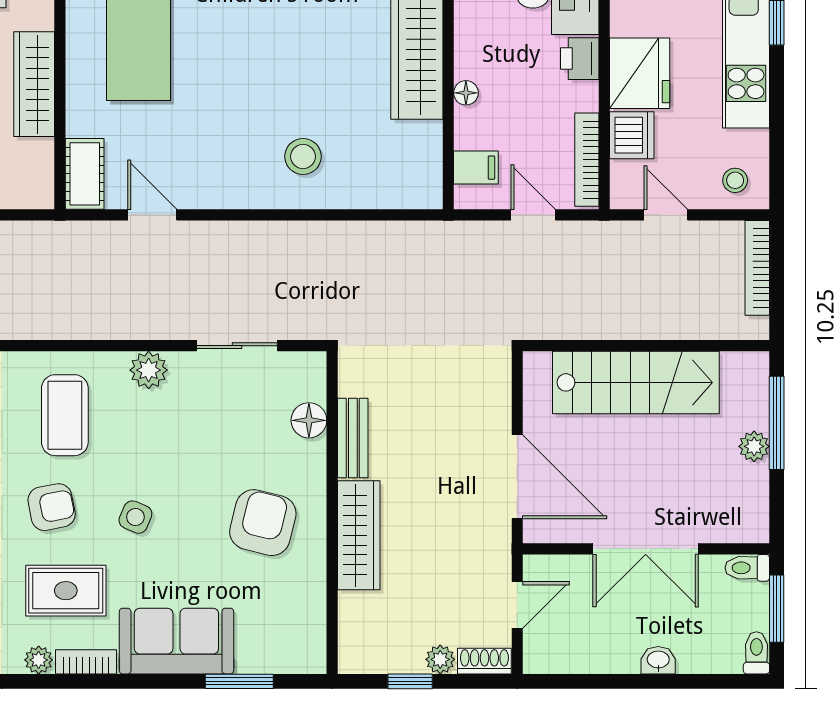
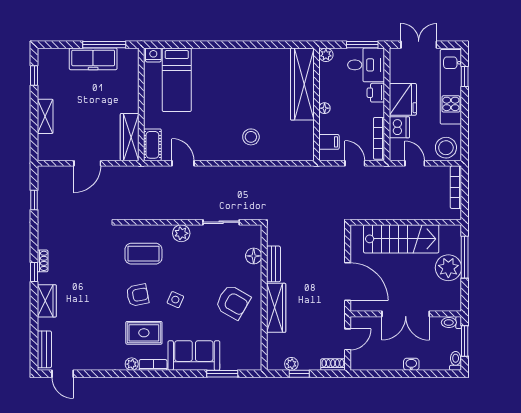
wardrobe: (34, 84) -> (130, 137), moved
stool: (735, 180) -> (446, 148), width x1.89, depth x1.89
coffee table: (65, 415) -> (143, 254), turned 90
plant: (754, 446) -> (448, 268), width x1.87, depth x1.87
armchair: (263, 523) -> (233, 302), turned 106
plant: (440, 659) -> (291, 364), moved

